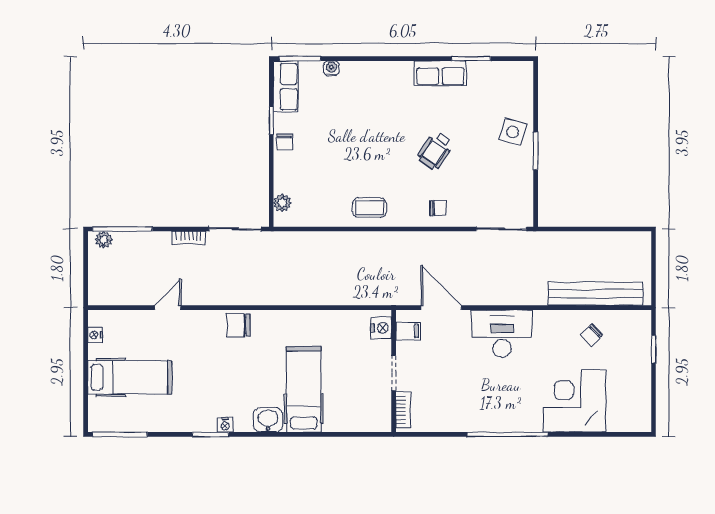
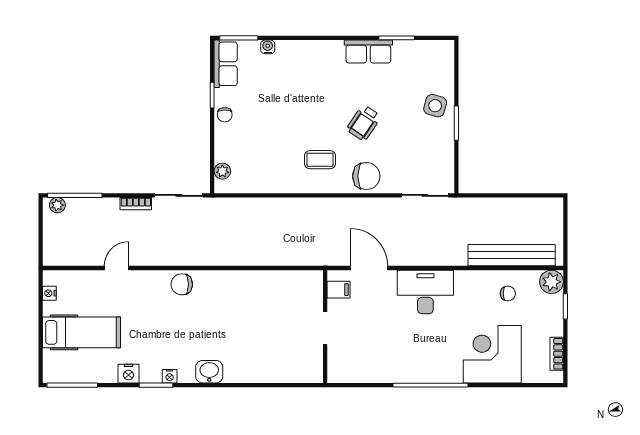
coffee table: (369, 207) -> (320, 160), moved
chair: (438, 208) -> (366, 176), width x1.87, depth x1.87
plant: (639, 323) -> (551, 282), added
nightstand: (381, 328) -> (128, 374), moved, turned 90
chair: (591, 335) -> (508, 294), turned -135
hospital bed: (304, 389) -> (242, 343), removed
bookcase: (403, 410) -> (557, 354), moved, turned 180

